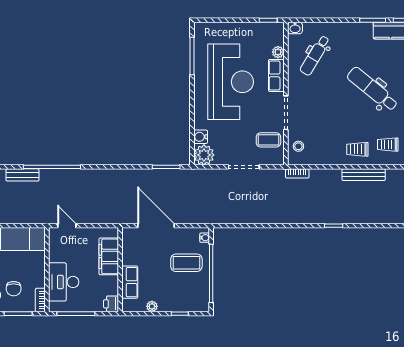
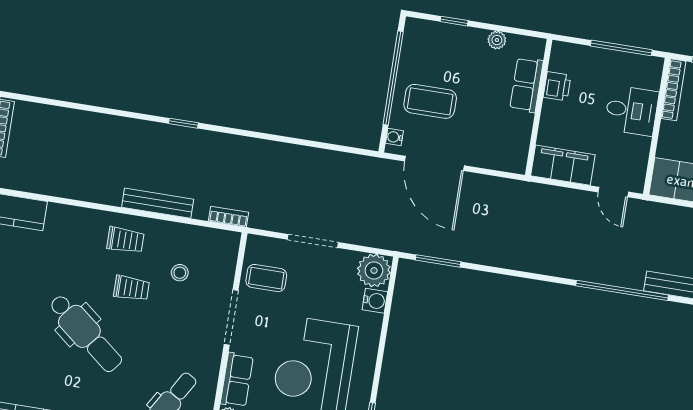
trolley: (388, 145) -> (131, 288), moved
stool: (298, 146) -> (180, 273), moved
bench: (364, 175) -> (158, 203), moved
door: (156, 226) -> (434, 163), moved
filing cabinet: (109, 256) -> (563, 165), moved, turned -90
desk: (64, 282) -> (632, 110), width x0.73
bookcase: (40, 300) -> (673, 90), width x1.56
printer: (111, 304) -> (557, 86), moved

